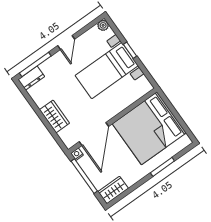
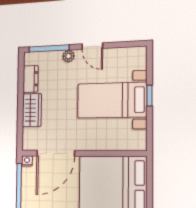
plant: (103, 25) -> (69, 56), moved
door: (66, 42) -> (92, 46), hinge flipped
dresser: (31, 78) -> (30, 79), moved, turned -90

